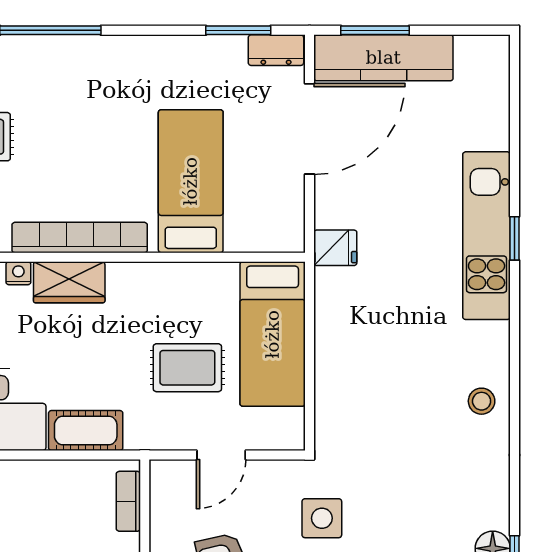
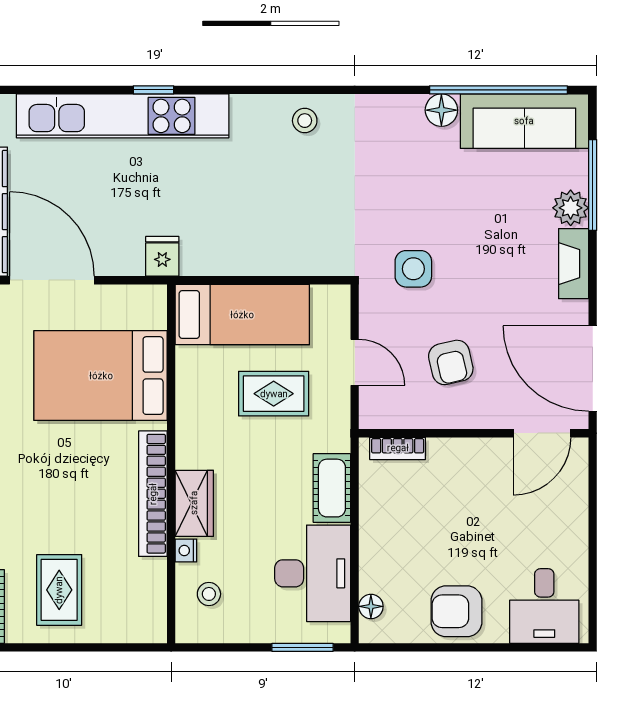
bed: (191, 181) -> (101, 376), width x1.50
kitchen unit: (487, 236) -> (123, 116), width x1.36
rug: (187, 368) -> (274, 394), turned 90

